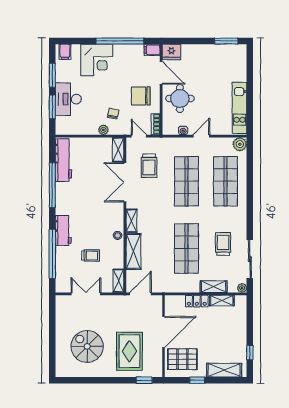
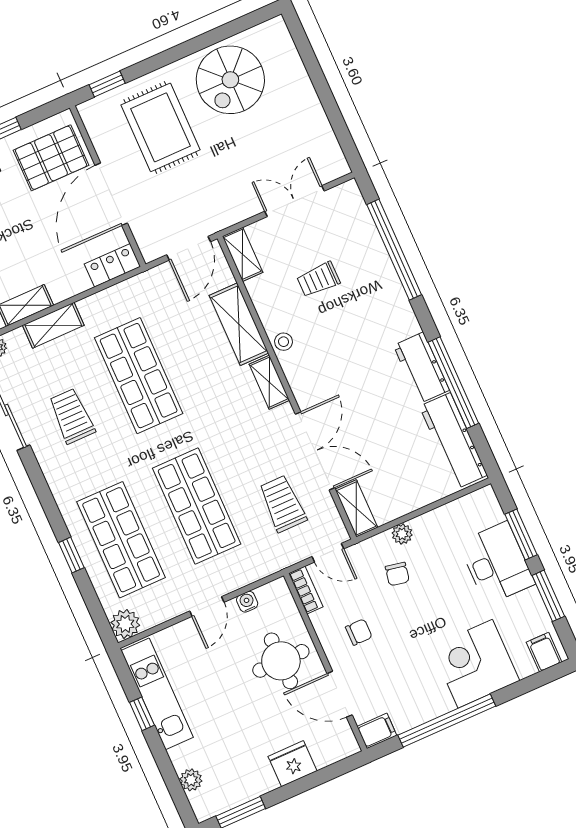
fridge: (171, 52) -> (293, 764), moved
plant: (241, 64) -> (191, 780), added
chair: (141, 96) -> (359, 632), width x0.54, depth x0.54
window: (250, 102) -> (142, 714), added
window: (250, 184) -> (71, 555), added
workbench: (63, 231) -> (421, 368), moved
trolley: (223, 244) -> (72, 416), turned 180
double door: (86, 294) -> (295, 201), swing flipped
locker: (197, 301) -> (112, 265), moved
spiral stairs: (87, 346) -> (230, 80), moved, turned 90

